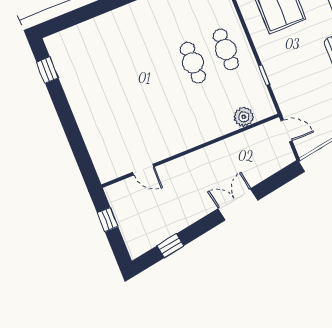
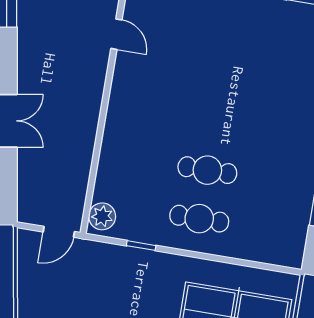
plant: (244, 117) -> (102, 216), moved
door: (143, 170) -> (116, 34), swing flipped

